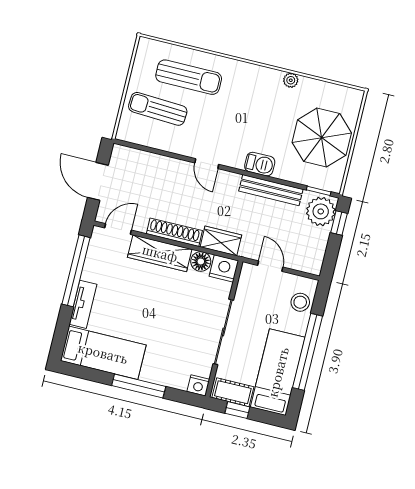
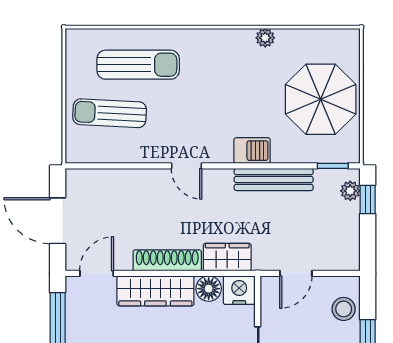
plant: (321, 211) -> (350, 191), width x0.53, depth x0.53
door: (270, 266) -> (296, 273), swing flipped

